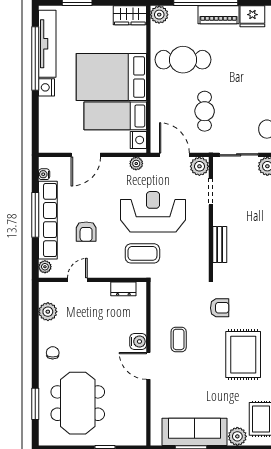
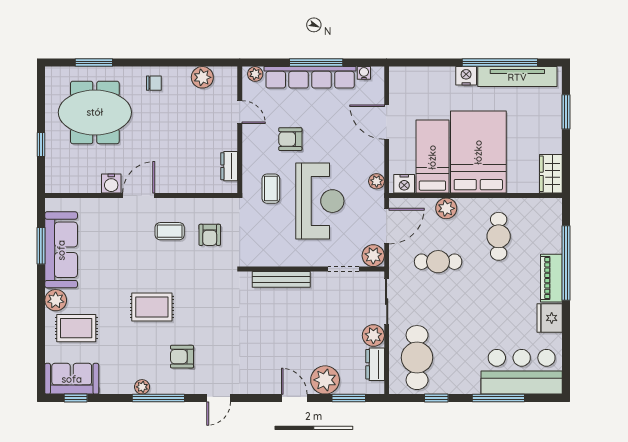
plant: (159, 15) -> (446, 208), moved
cafe table: (183, 60) -> (499, 236), width x0.73, depth x0.74
armchair: (86, 232) -> (290, 139), moved
bench: (220, 244) -> (281, 279), width x1.36
coffee table: (142, 253) -> (271, 189), width x0.73, depth x0.77
armchair: (220, 308) -> (210, 235), moved
water cooler: (138, 341) -> (111, 184), moved
rug: (243, 355) -> (152, 307), width x0.73, depth x0.70

